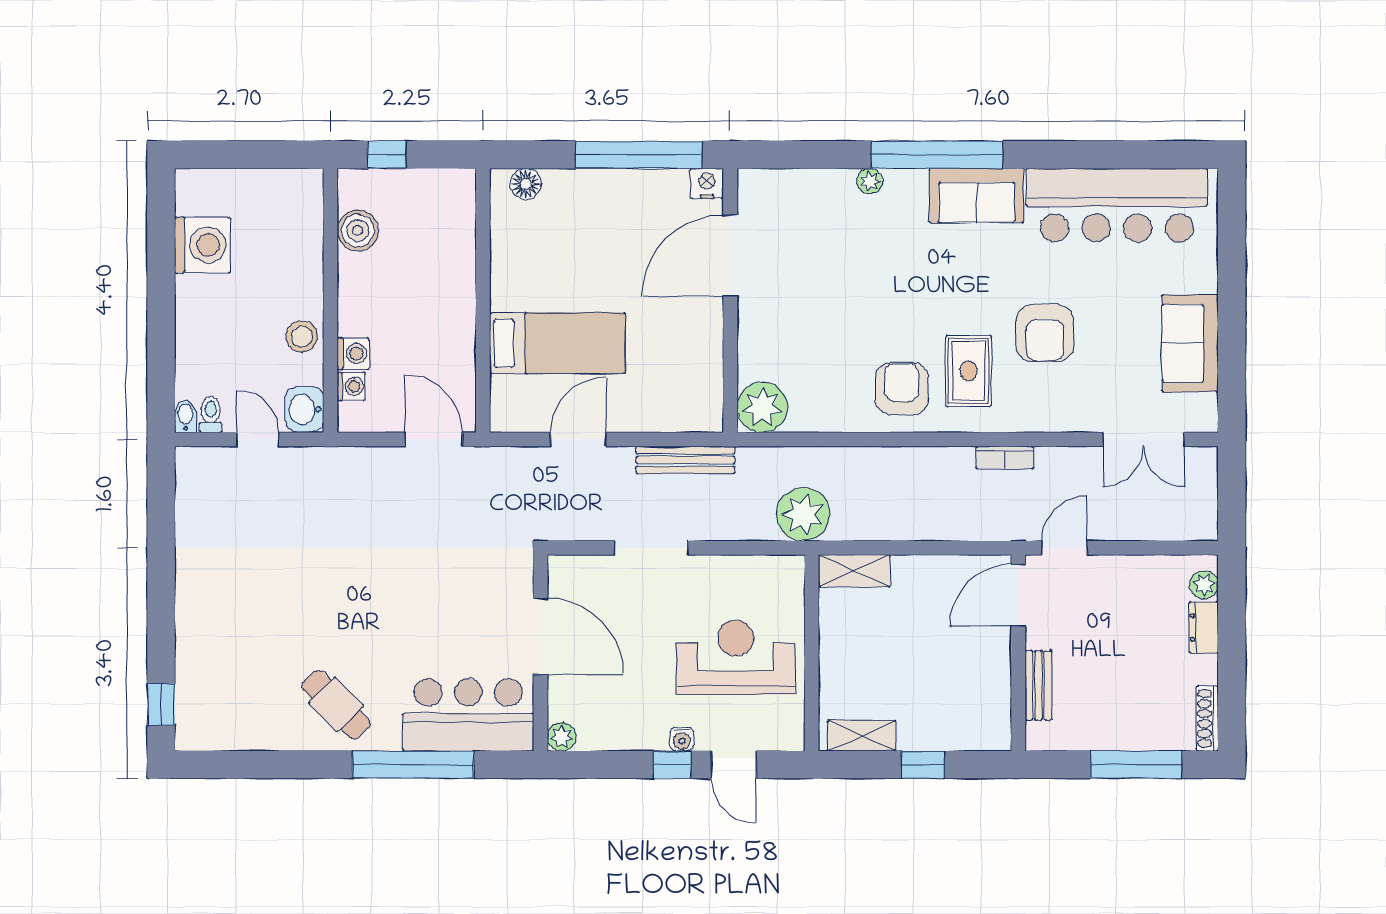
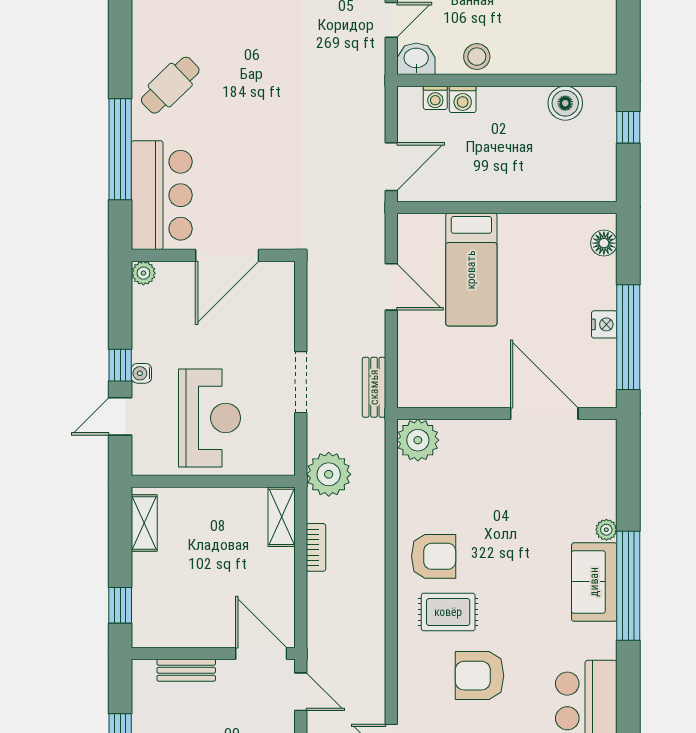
nightstand: (707, 184) -> (604, 324), moved
sofa: (977, 196) -> (594, 582), moved
bookcase: (1005, 458) -> (316, 547), moved, turned 180
bench: (686, 460) -> (374, 387), width x0.73
doorway: (651, 548) -> (301, 382), moved
window: (923, 765) -> (120, 605), moved

